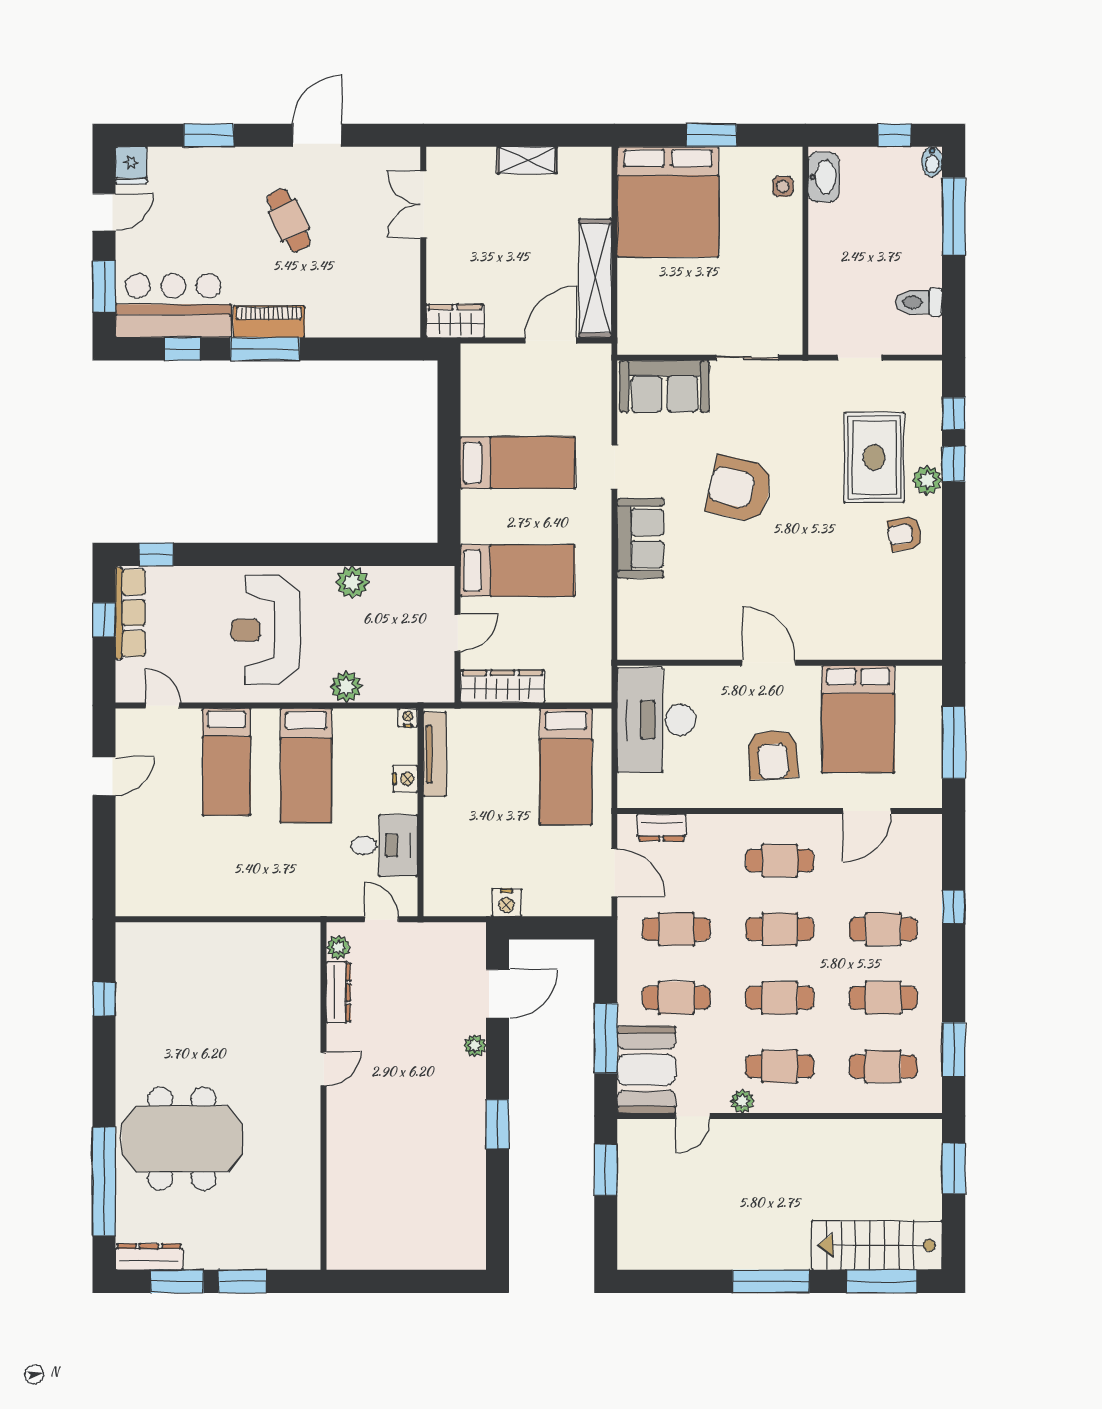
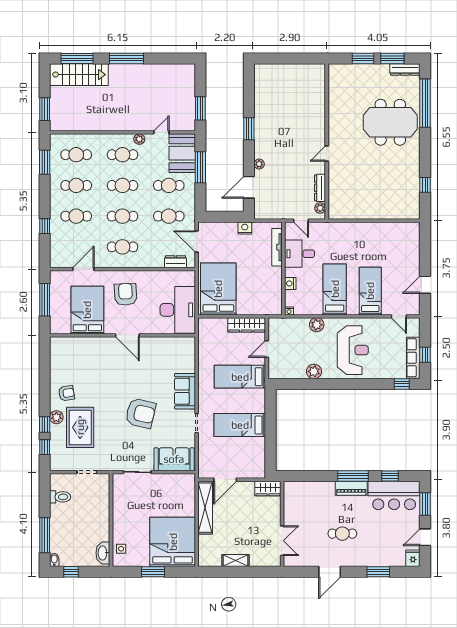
cafe table: (289, 220) -> (342, 534), turned -65
tv unit: (435, 754) -> (277, 247), moved
bed: (566, 767) -> (218, 289), width x1.50

